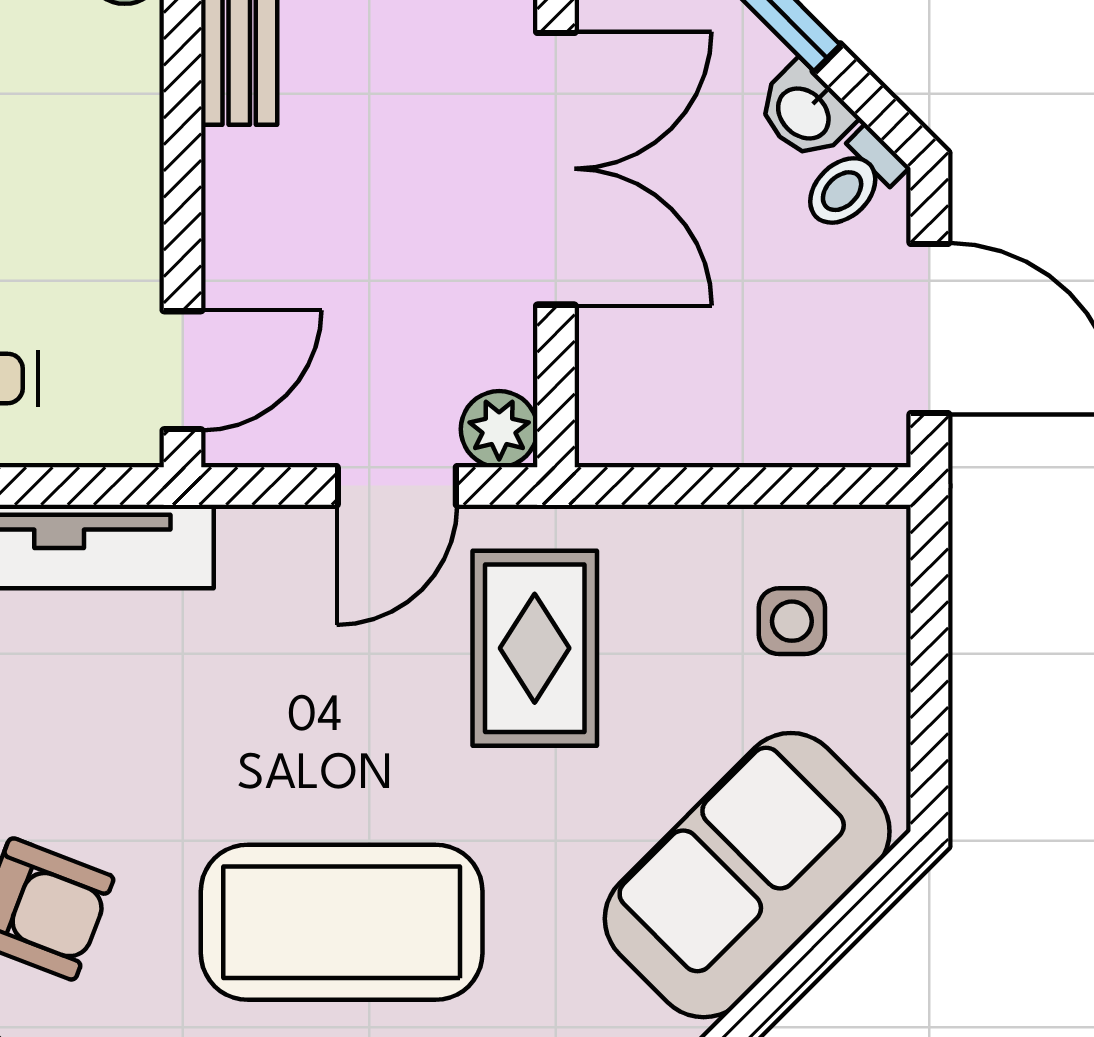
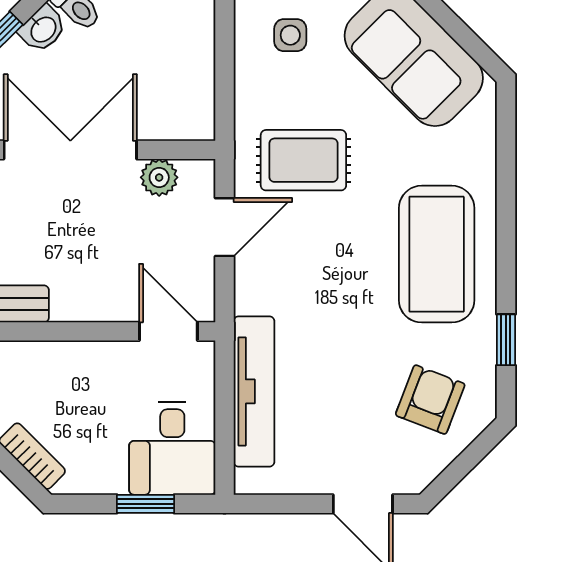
plant: (499, 429) -> (159, 177), moved
door: (397, 486) -> (225, 227), hinge flipped

